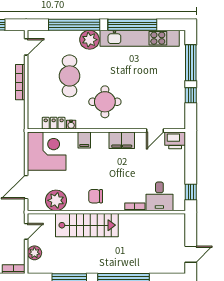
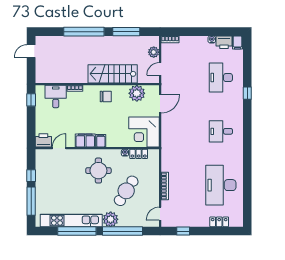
cafe table: (70, 76) -> (126, 191), turned 33
filing cabinet: (84, 140) -> (101, 141), moved

